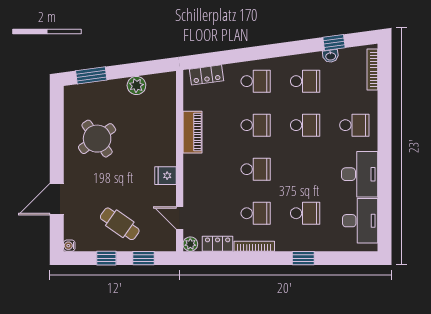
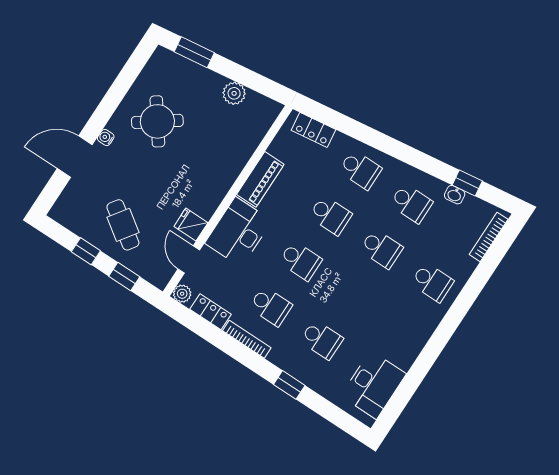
desk: (360, 174) -> (239, 232), moved, turned 180
fridge: (166, 176) -> (191, 225), moved
water cooler: (69, 246) -> (106, 137), moved

